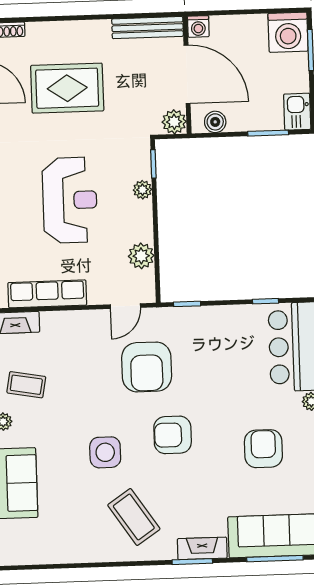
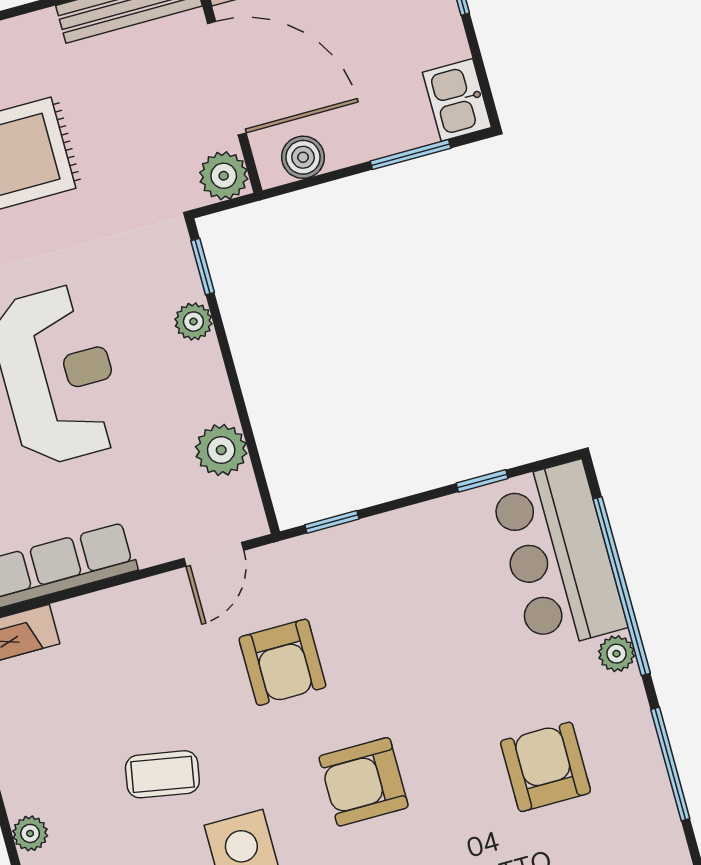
armchair: (147, 367) -> (282, 662), width x0.73, depth x0.73
coffee table: (26, 385) -> (162, 774), moved

